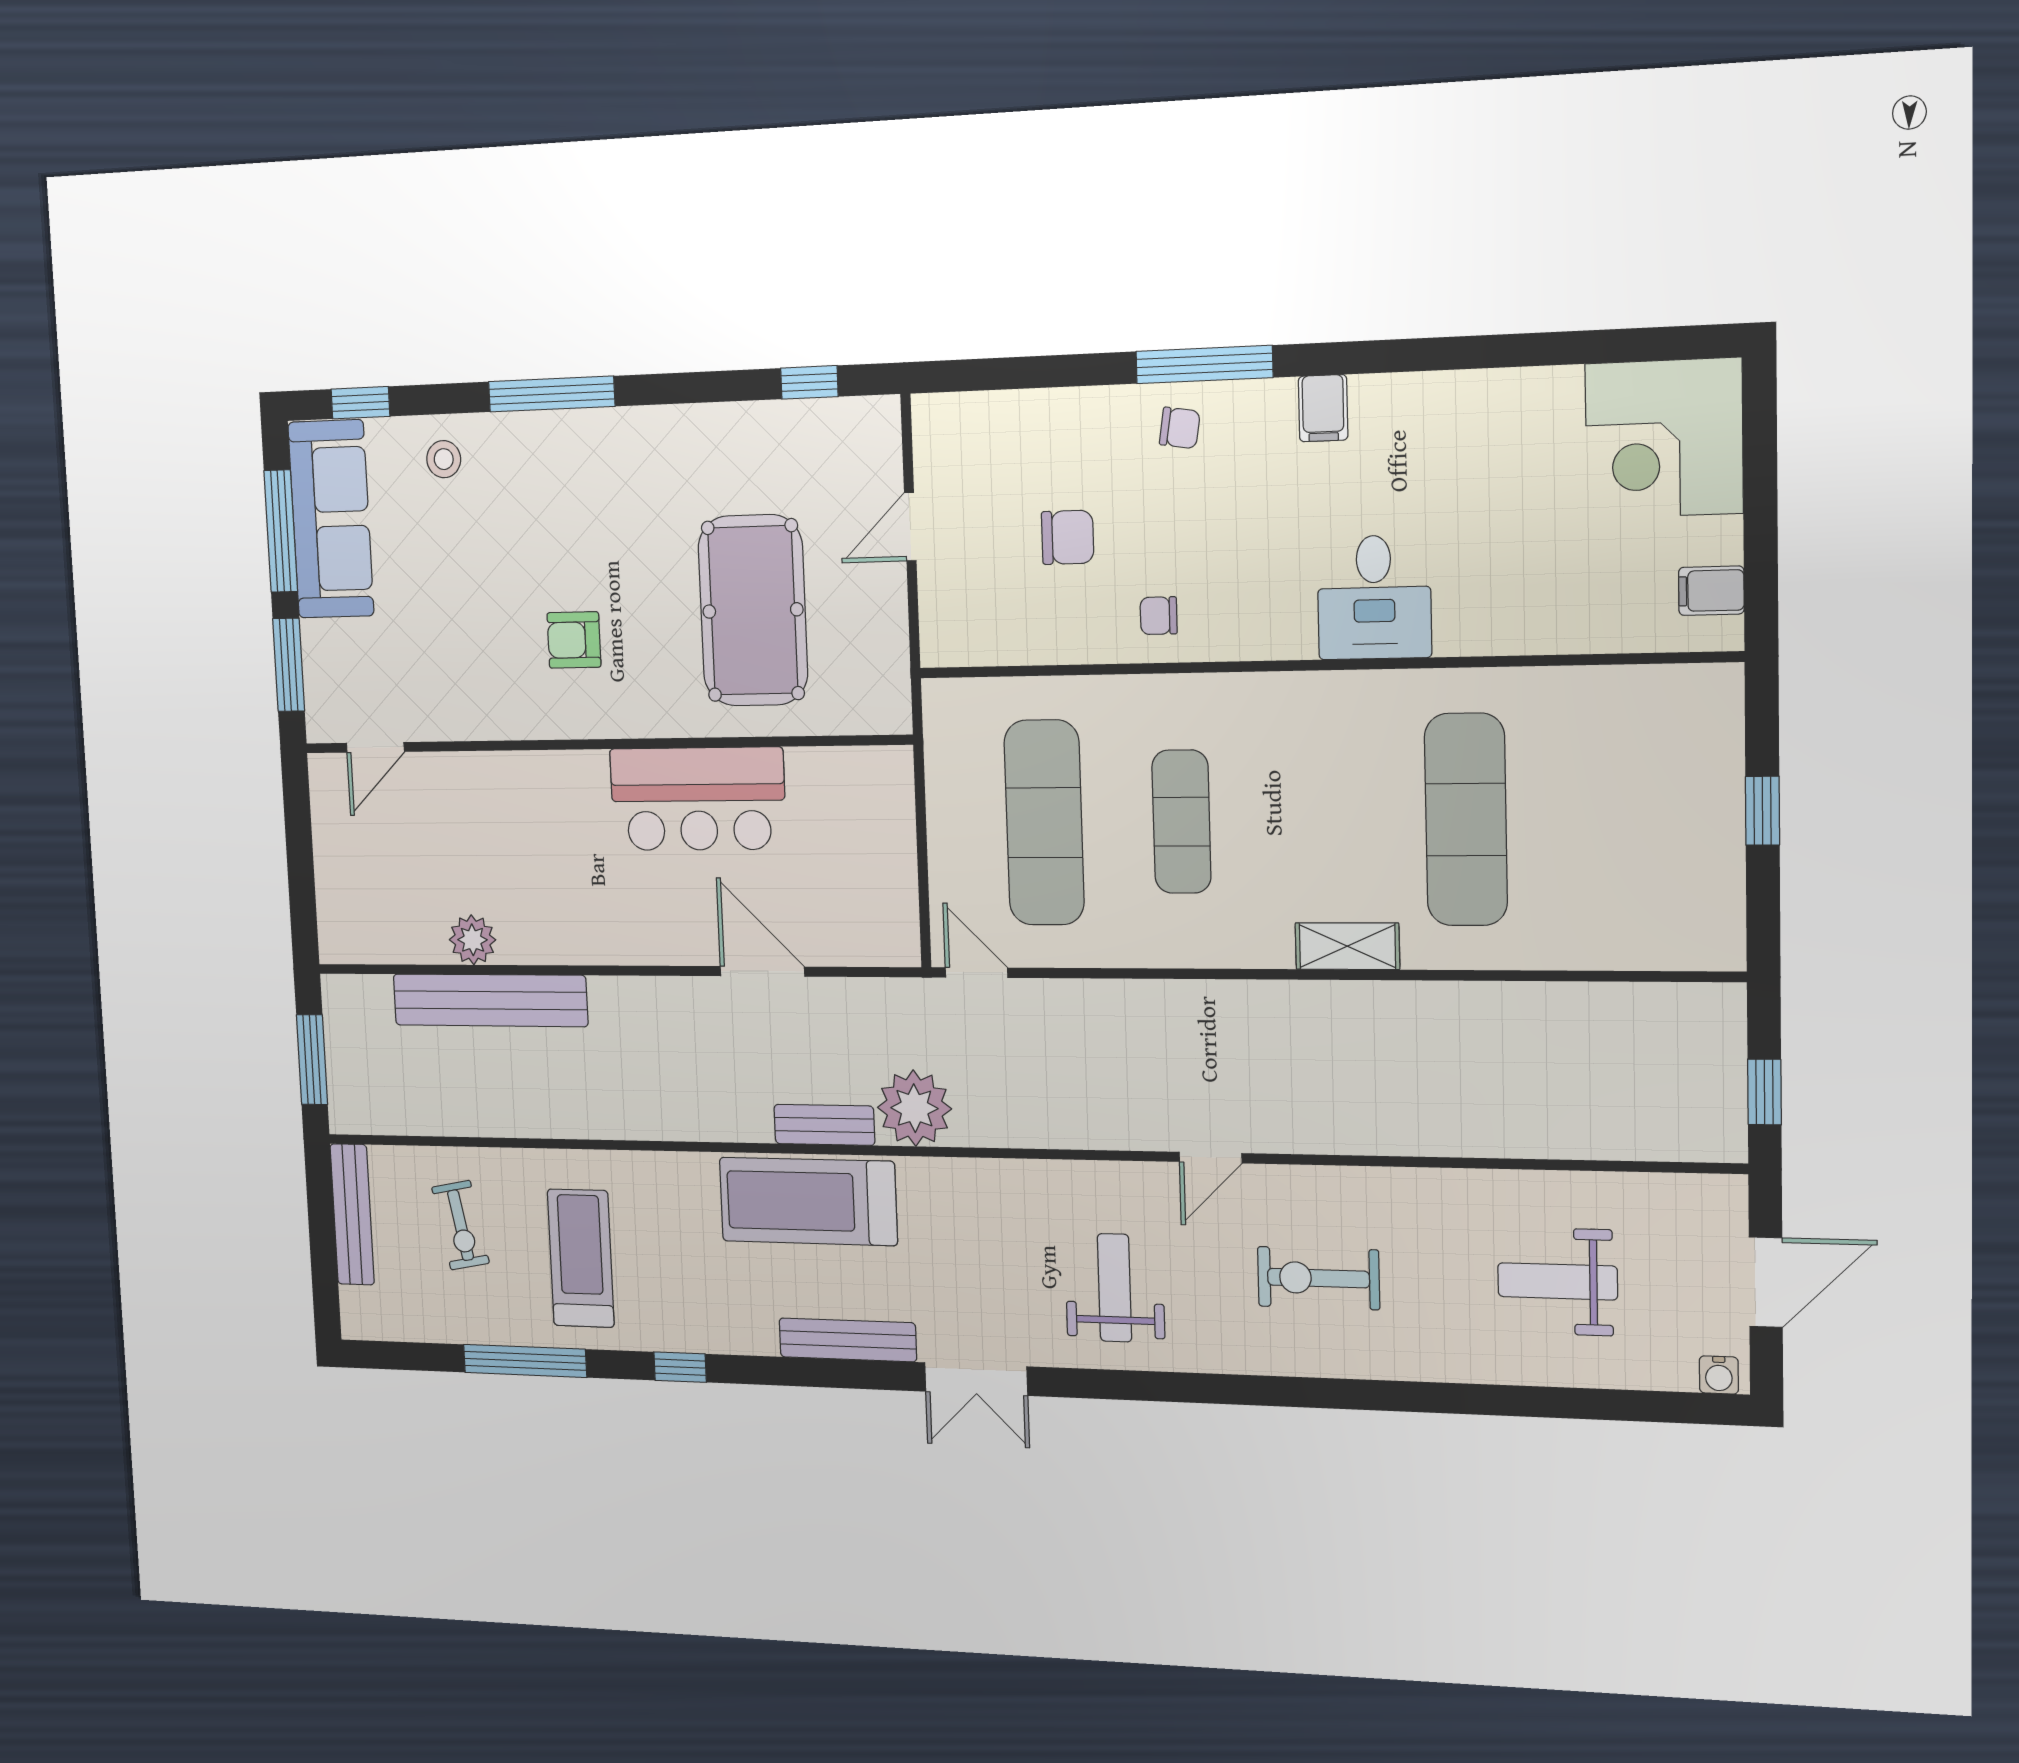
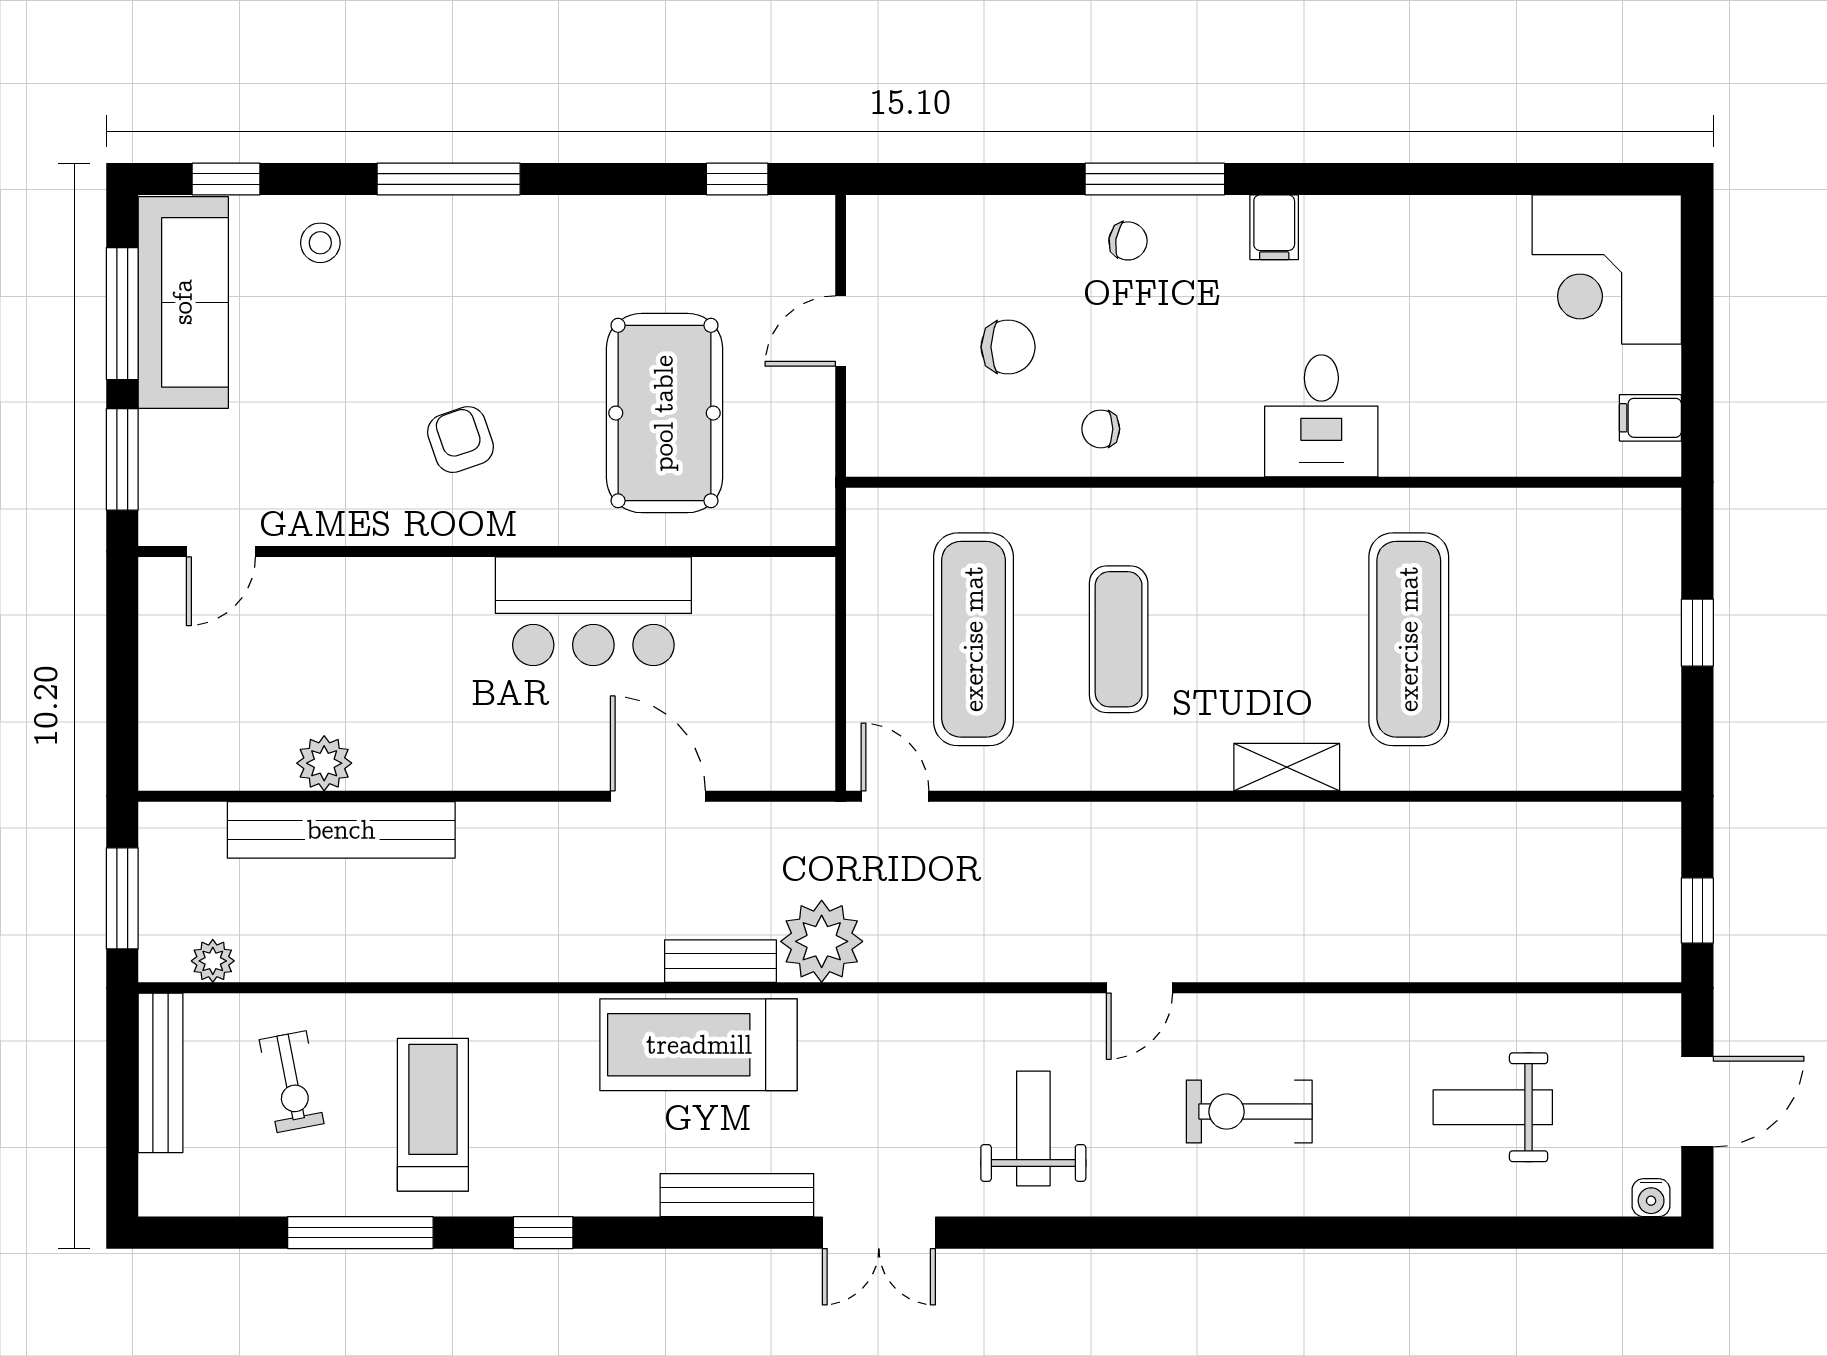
armchair: (574, 640) -> (460, 440), turned 71
plant: (389, 1116) -> (213, 961), added

